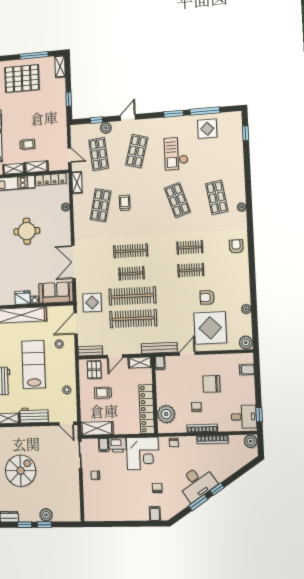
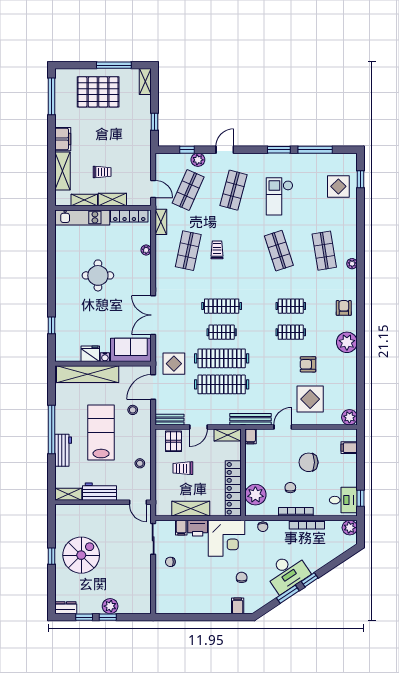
display table: (207, 129) -> (338, 186), moved
shop shelf: (99, 154) -> (188, 190), turned 30
plant: (246, 309) -> (347, 342), moved, width x1.88, depth x1.88
display table: (210, 328) -> (310, 399), width x0.73, depth x0.73
shelving: (97, 428) -> (191, 509), moved

